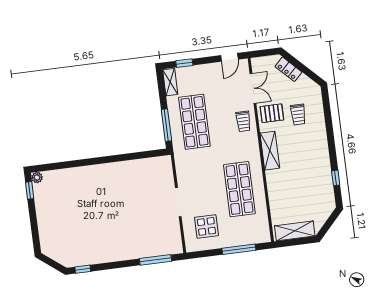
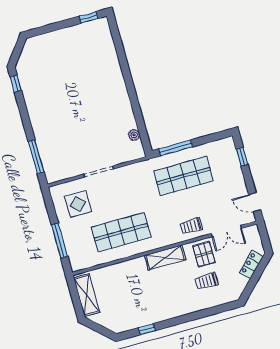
shelving: (170, 82) -> (221, 145), removed
plant: (37, 178) -> (134, 135), moved

